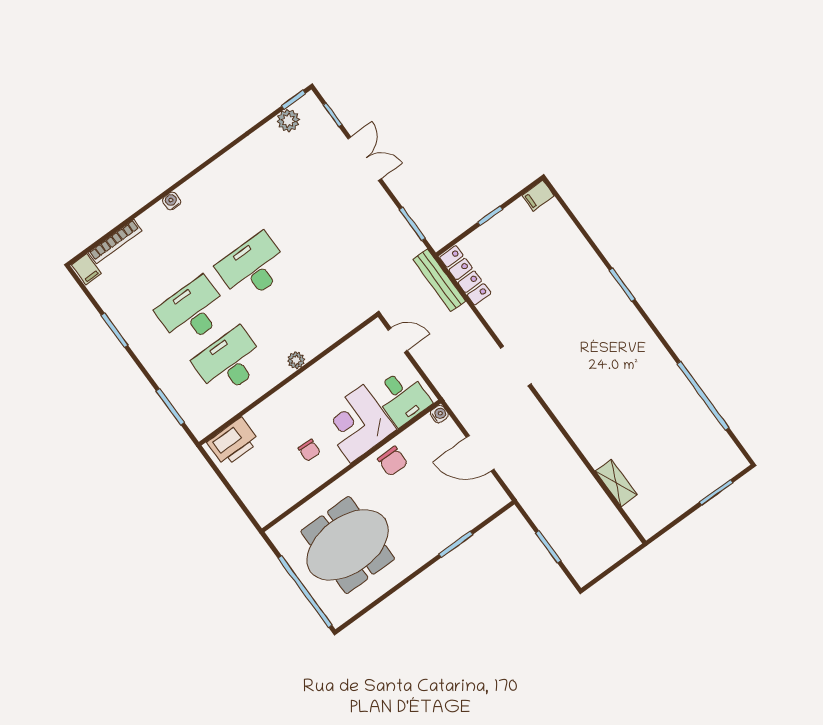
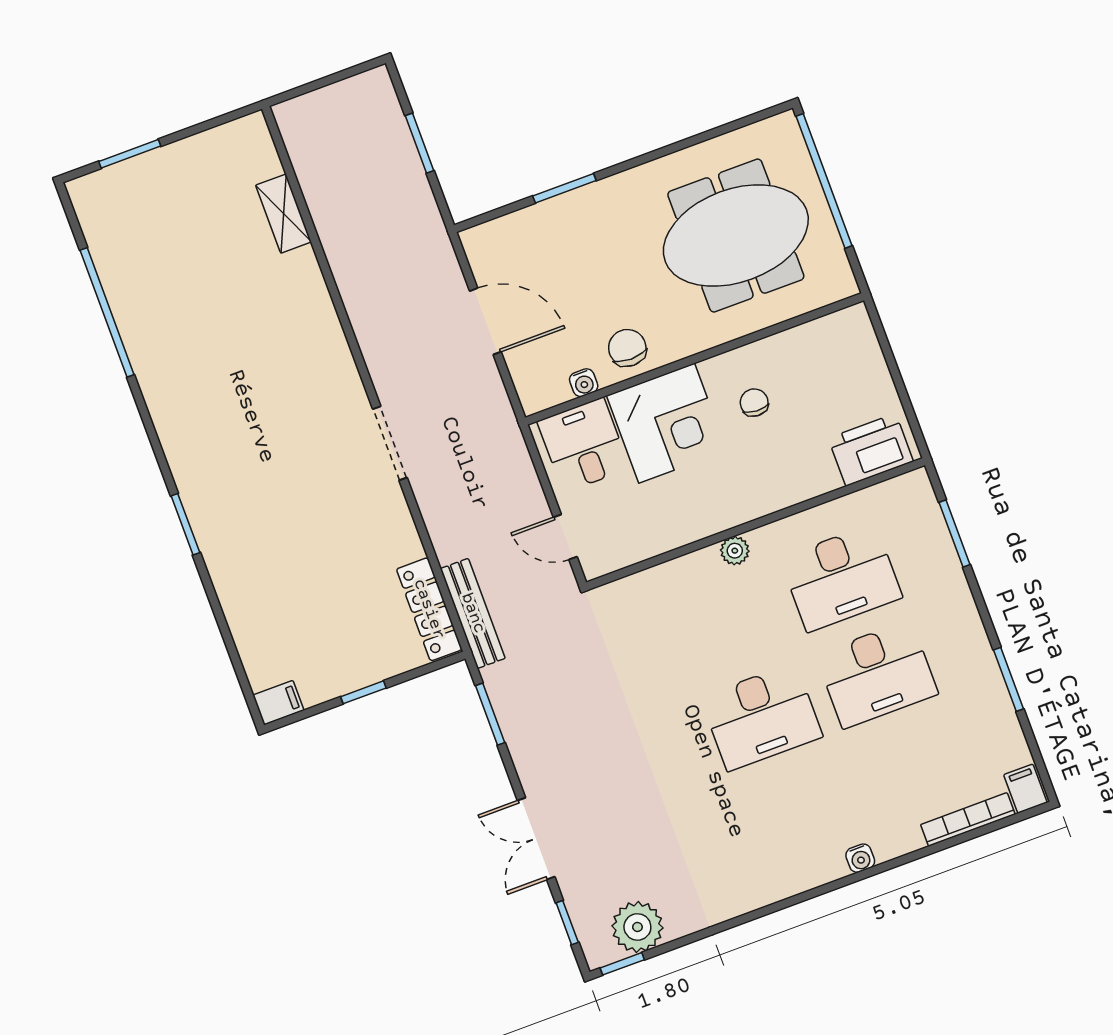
plant: (288, 120) -> (637, 927), width x1.36, depth x1.36
water cooler: (439, 414) -> (584, 383), moved, turned -90

